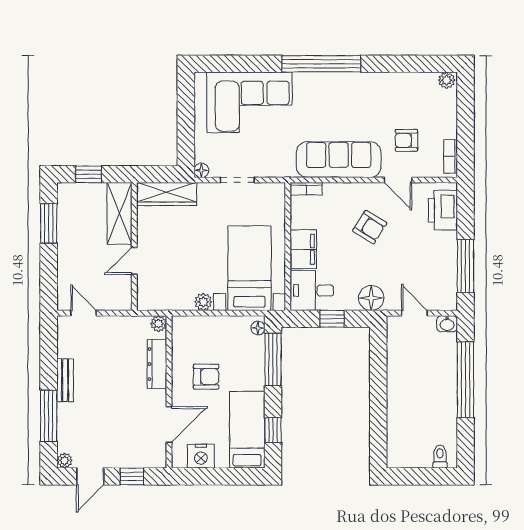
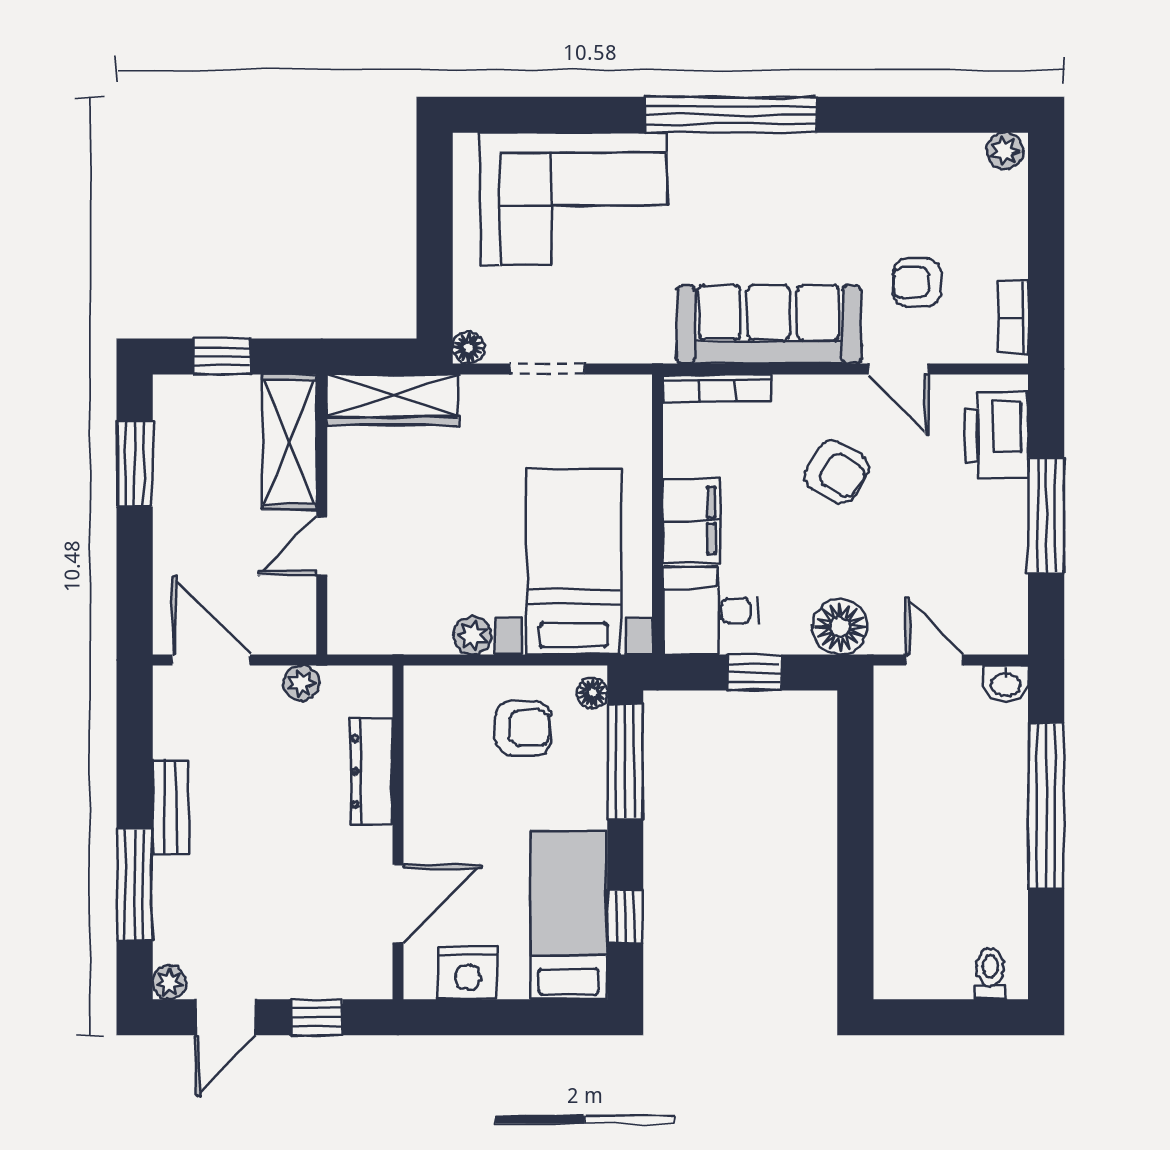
bookcase: (306, 189) -> (717, 388), width x1.56
window: (465, 266) -> (1046, 516), moved
door: (84, 313) -> (211, 660), width x1.38
plant: (158, 324) -> (301, 683), moved
armchair: (206, 377) -> (523, 728), moved

